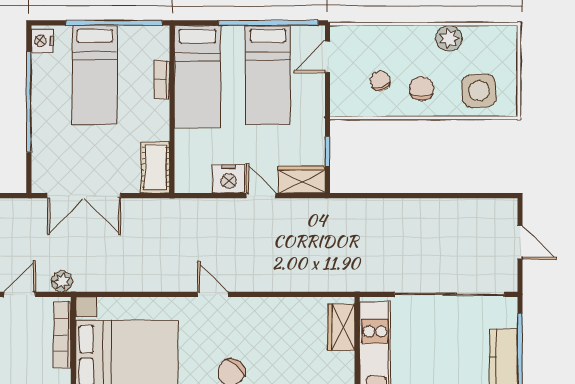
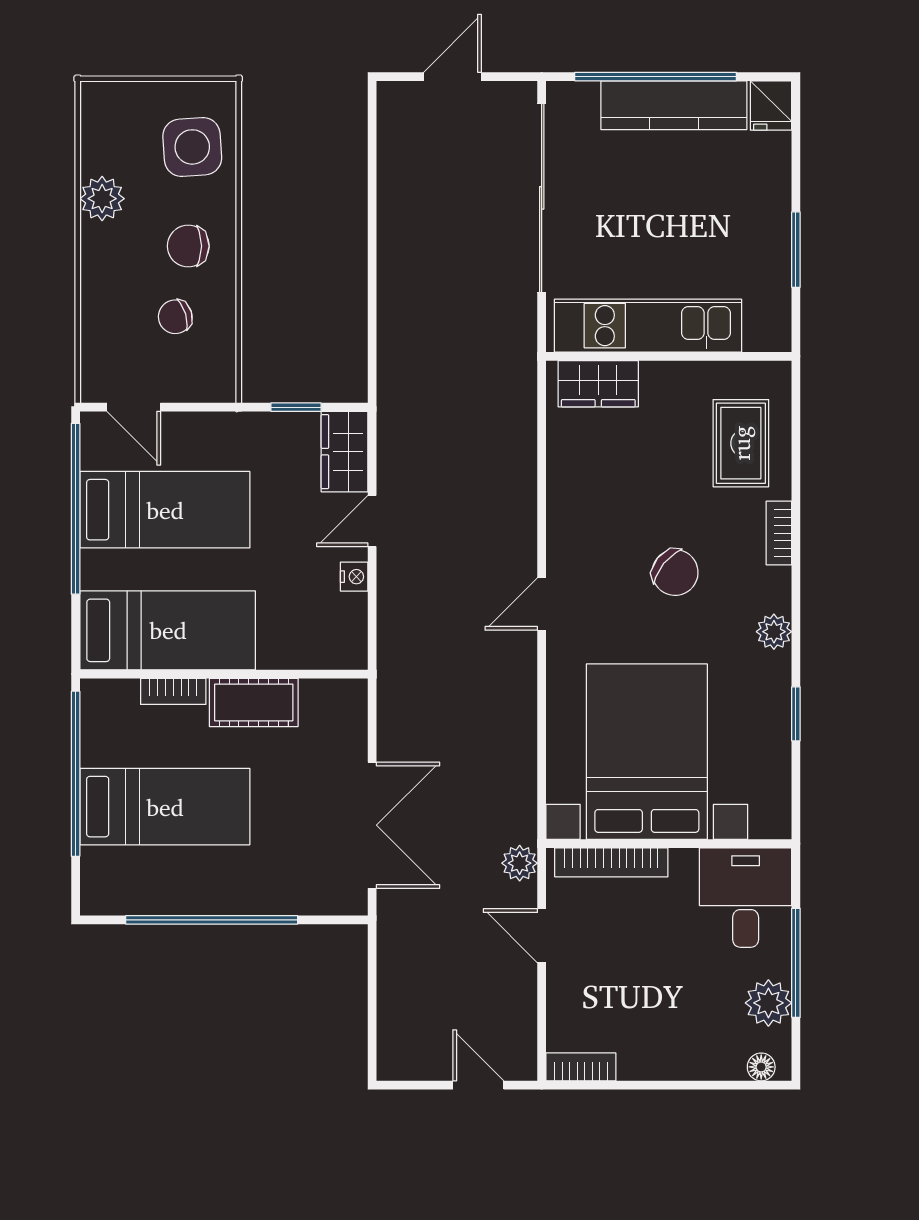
nightstand: (42, 41) -> (106, 897), removed
cot: (155, 167) -> (254, 702), moved
nightstand: (229, 179) -> (354, 577), width x0.53, depth x0.56

